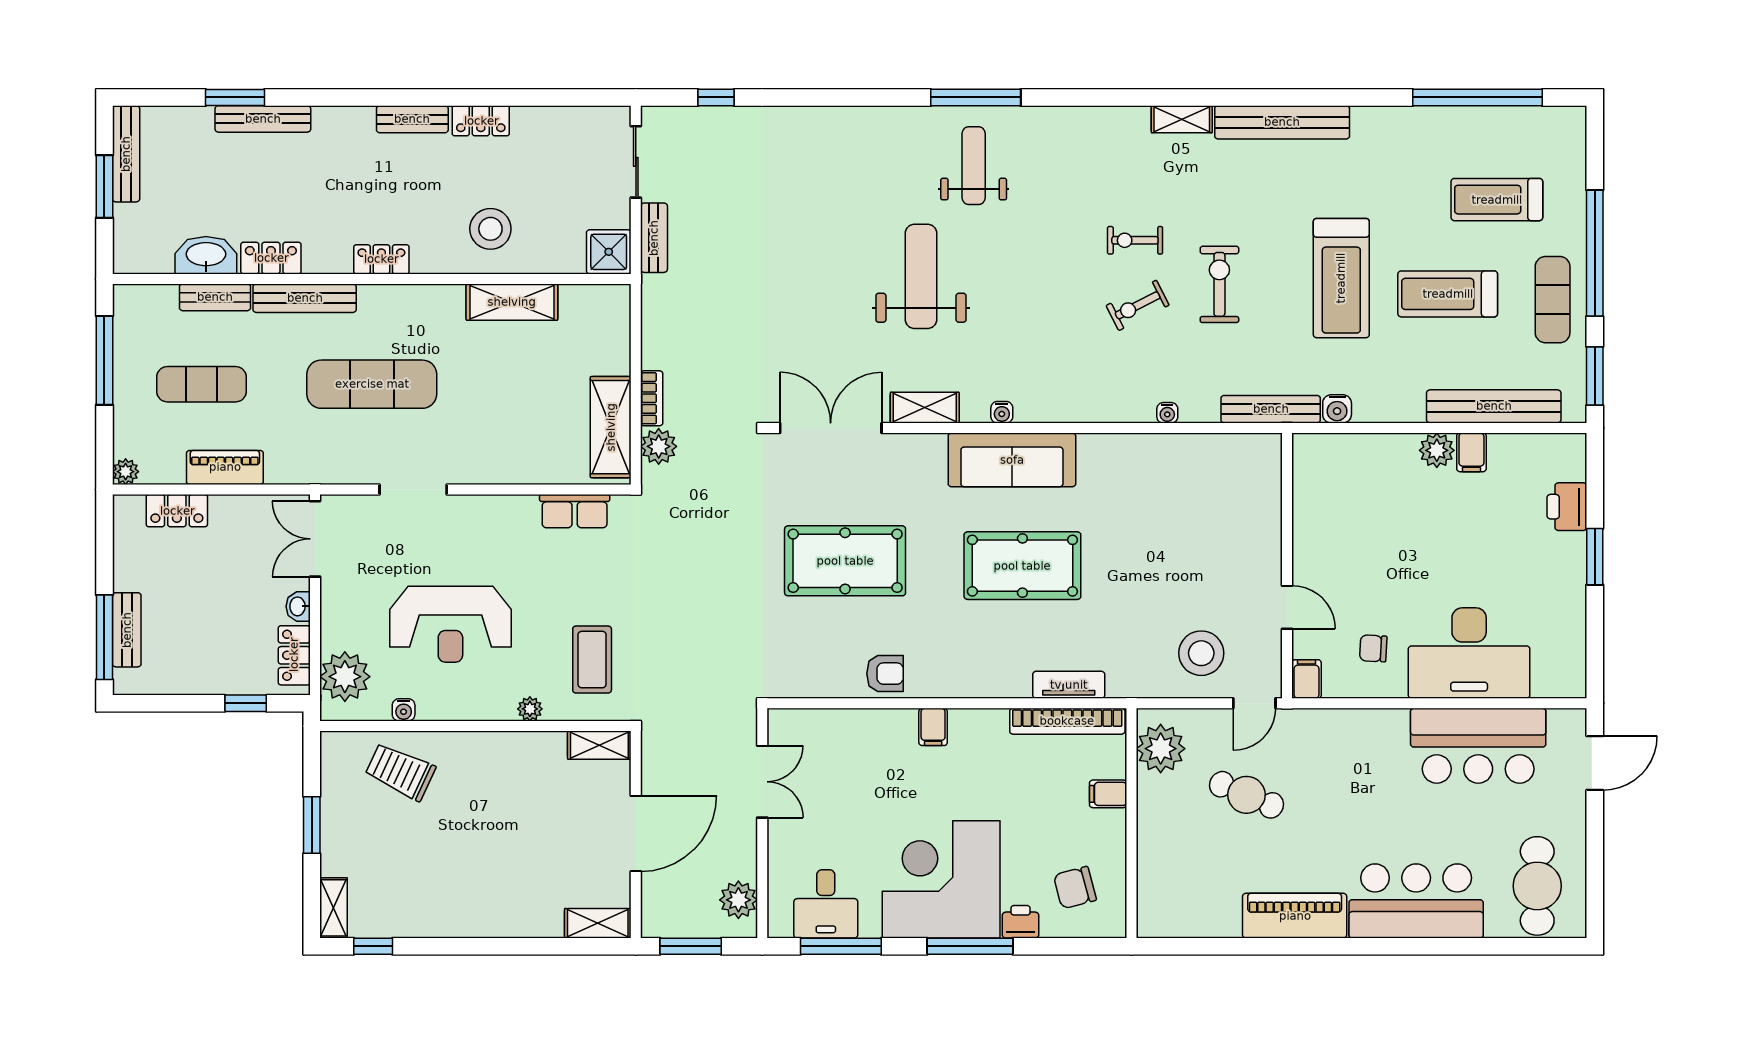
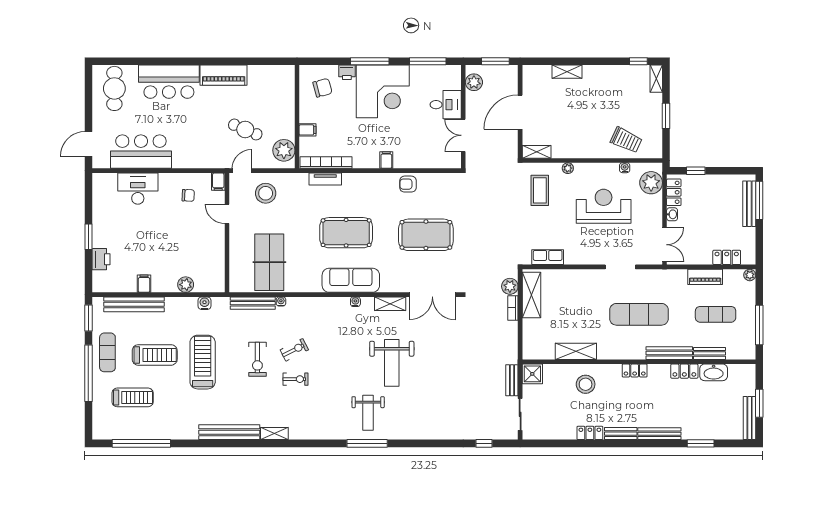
bench: (263, 119) -> (659, 434), moved
bench: (1271, 409) -> (253, 303), moved
plant: (1437, 450) -> (186, 285), moved
table tennis table: (1193, 500) -> (269, 262), added
bench: (127, 630) -> (749, 204), width x1.36
desk: (1469, 653) -> (138, 189), width x0.73, depth x0.77
desk: (826, 904) -> (446, 105), moved, turned 90
shelving: (598, 923) -> (567, 72), moved

